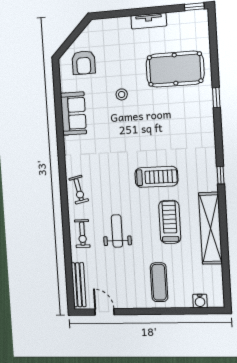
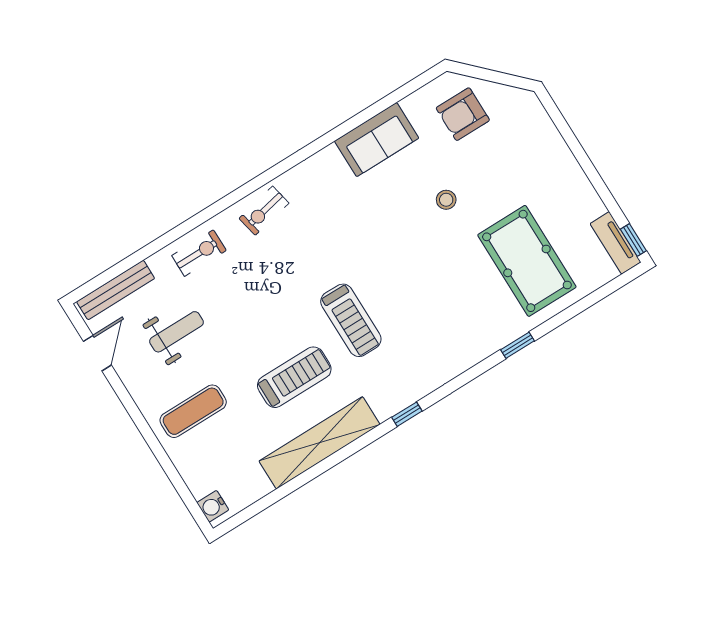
tv unit: (149, 21) -> (615, 243), moved
weight bench: (117, 231) -> (176, 332), moved
exercise bike: (82, 234) -> (199, 253), turned 180
water cooler: (200, 301) -> (213, 506), moved

